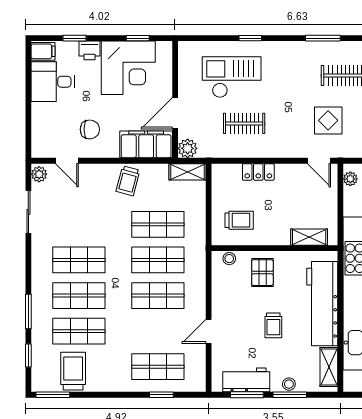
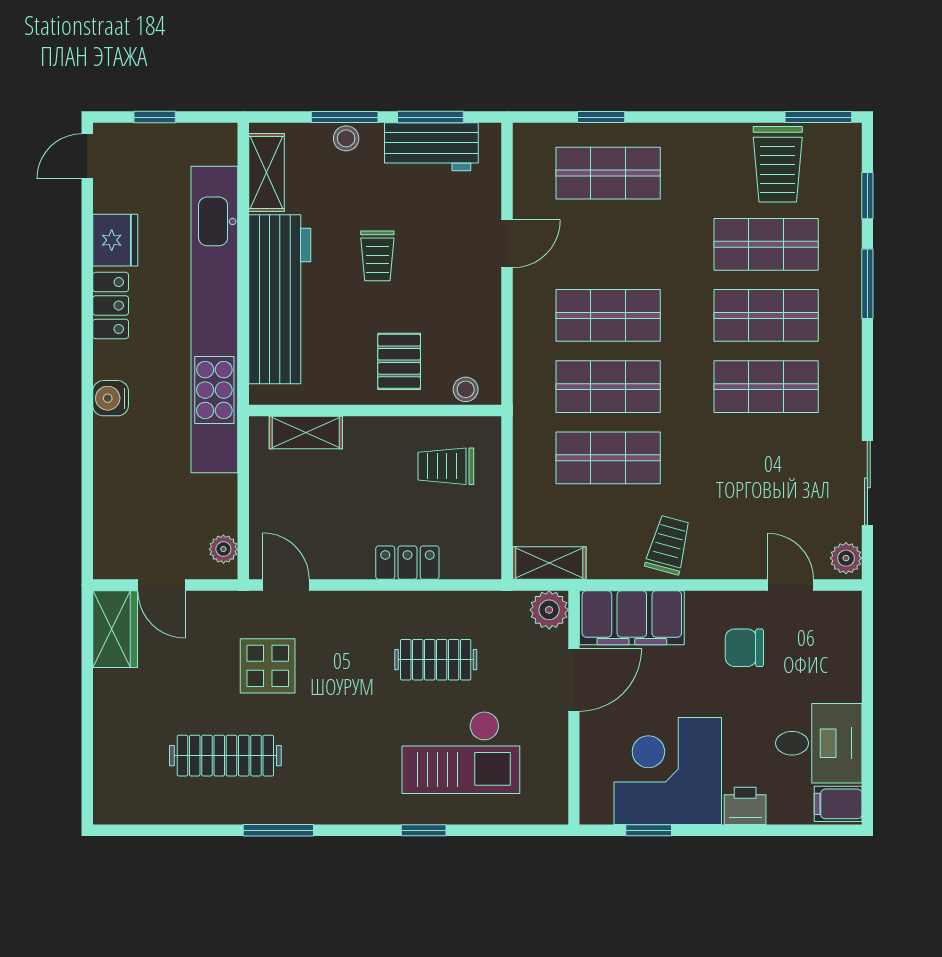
window: (74, 38) -> (775, 830), removed
trolley: (273, 325) -> (377, 256), turned 180

